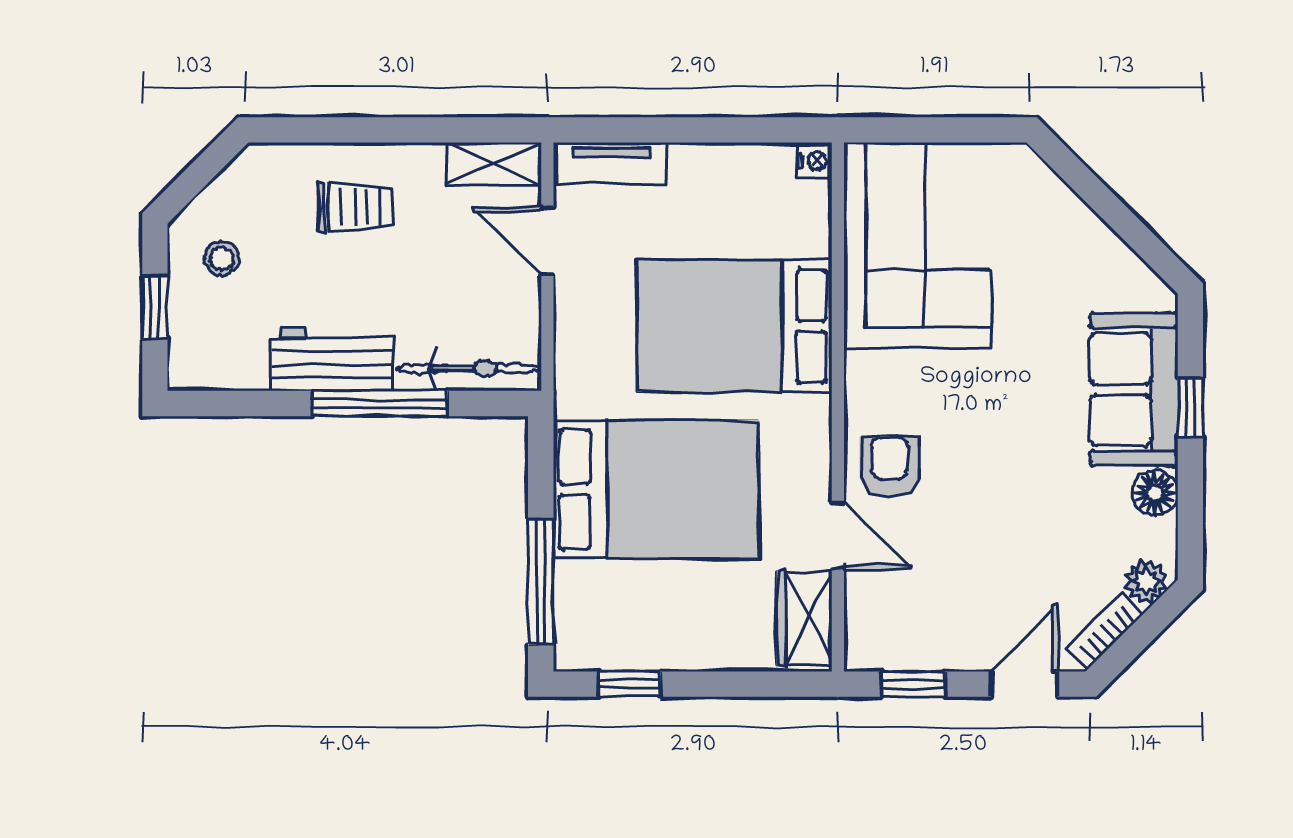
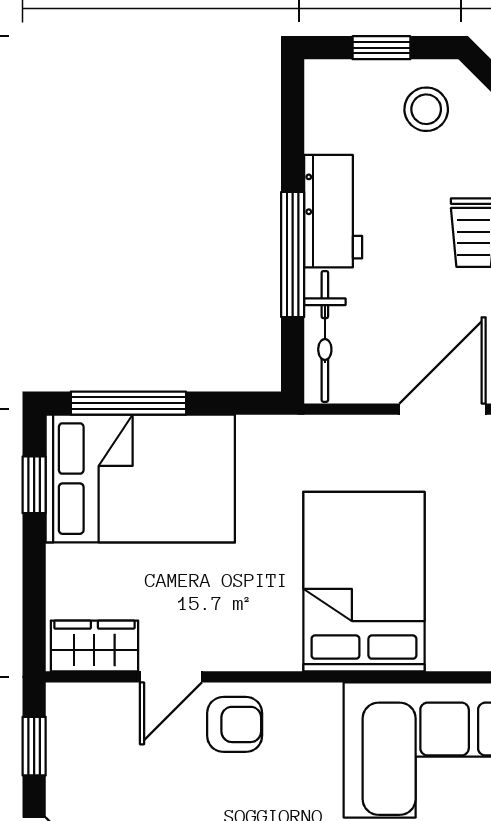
door: (547, 241) -> (443, 409), width x1.38
stool: (222, 258) -> (426, 109), width x1.37, depth x1.37
bed: (656, 490) -> (140, 479), moved, turned -90

